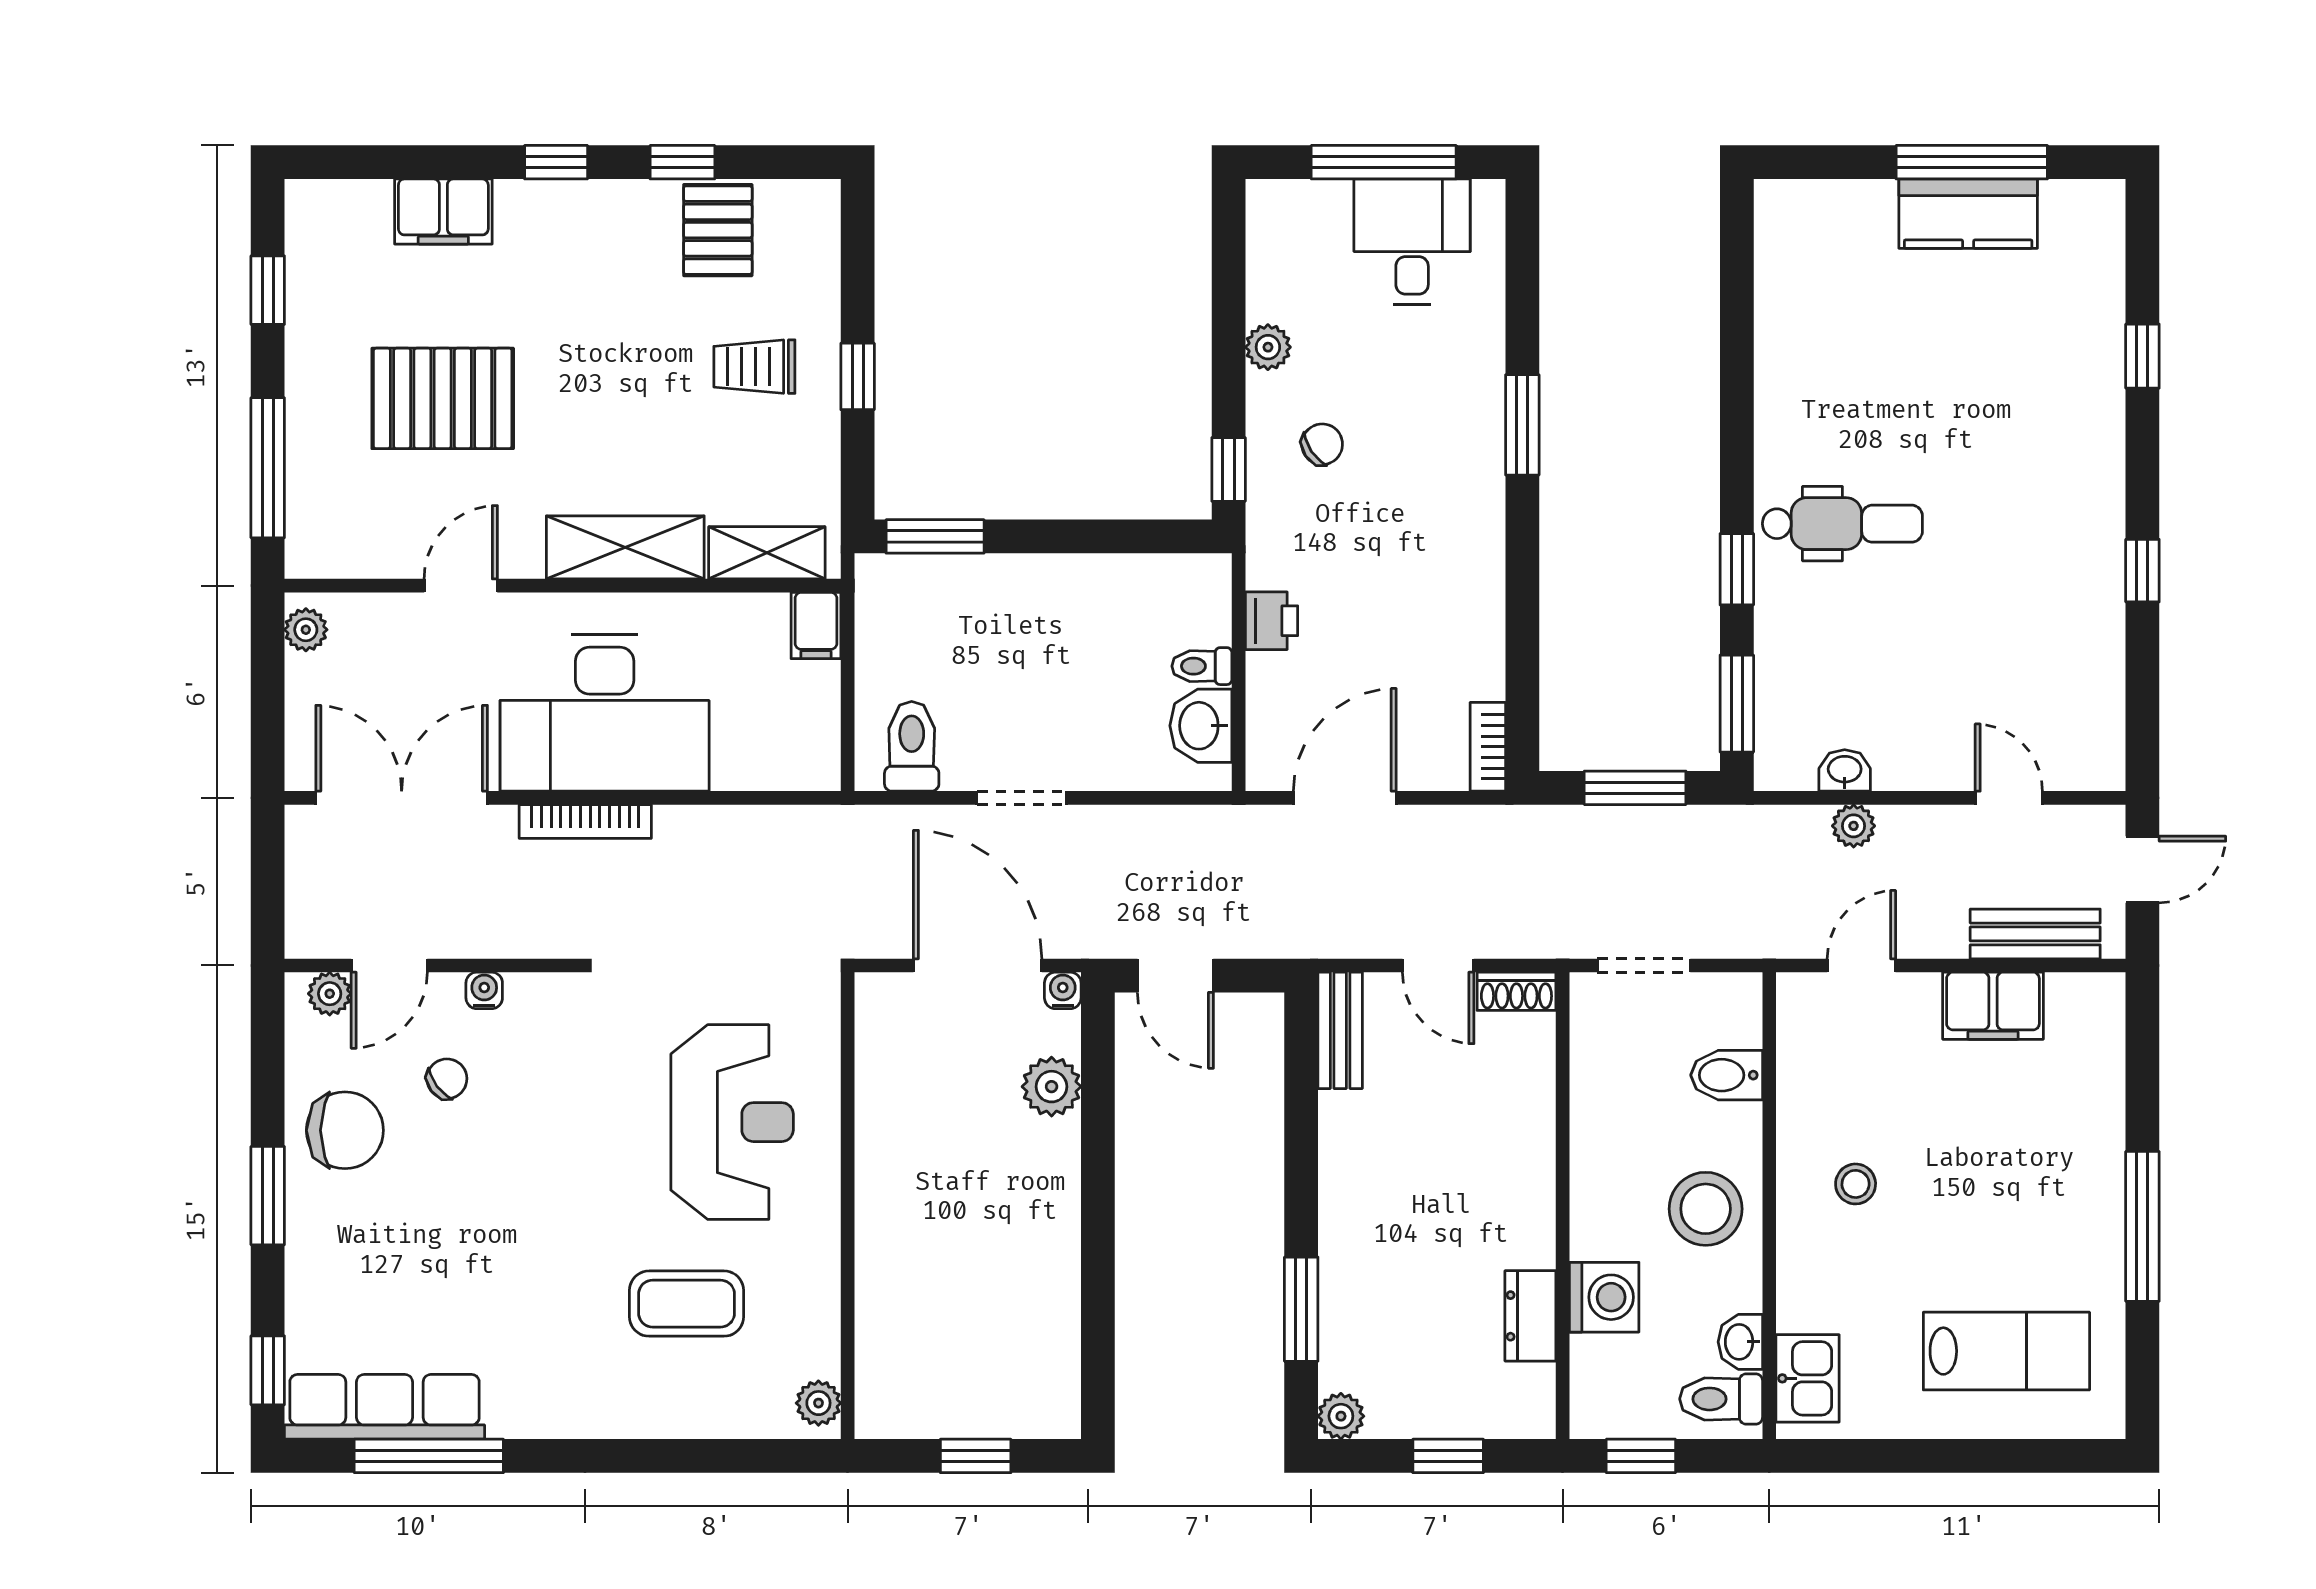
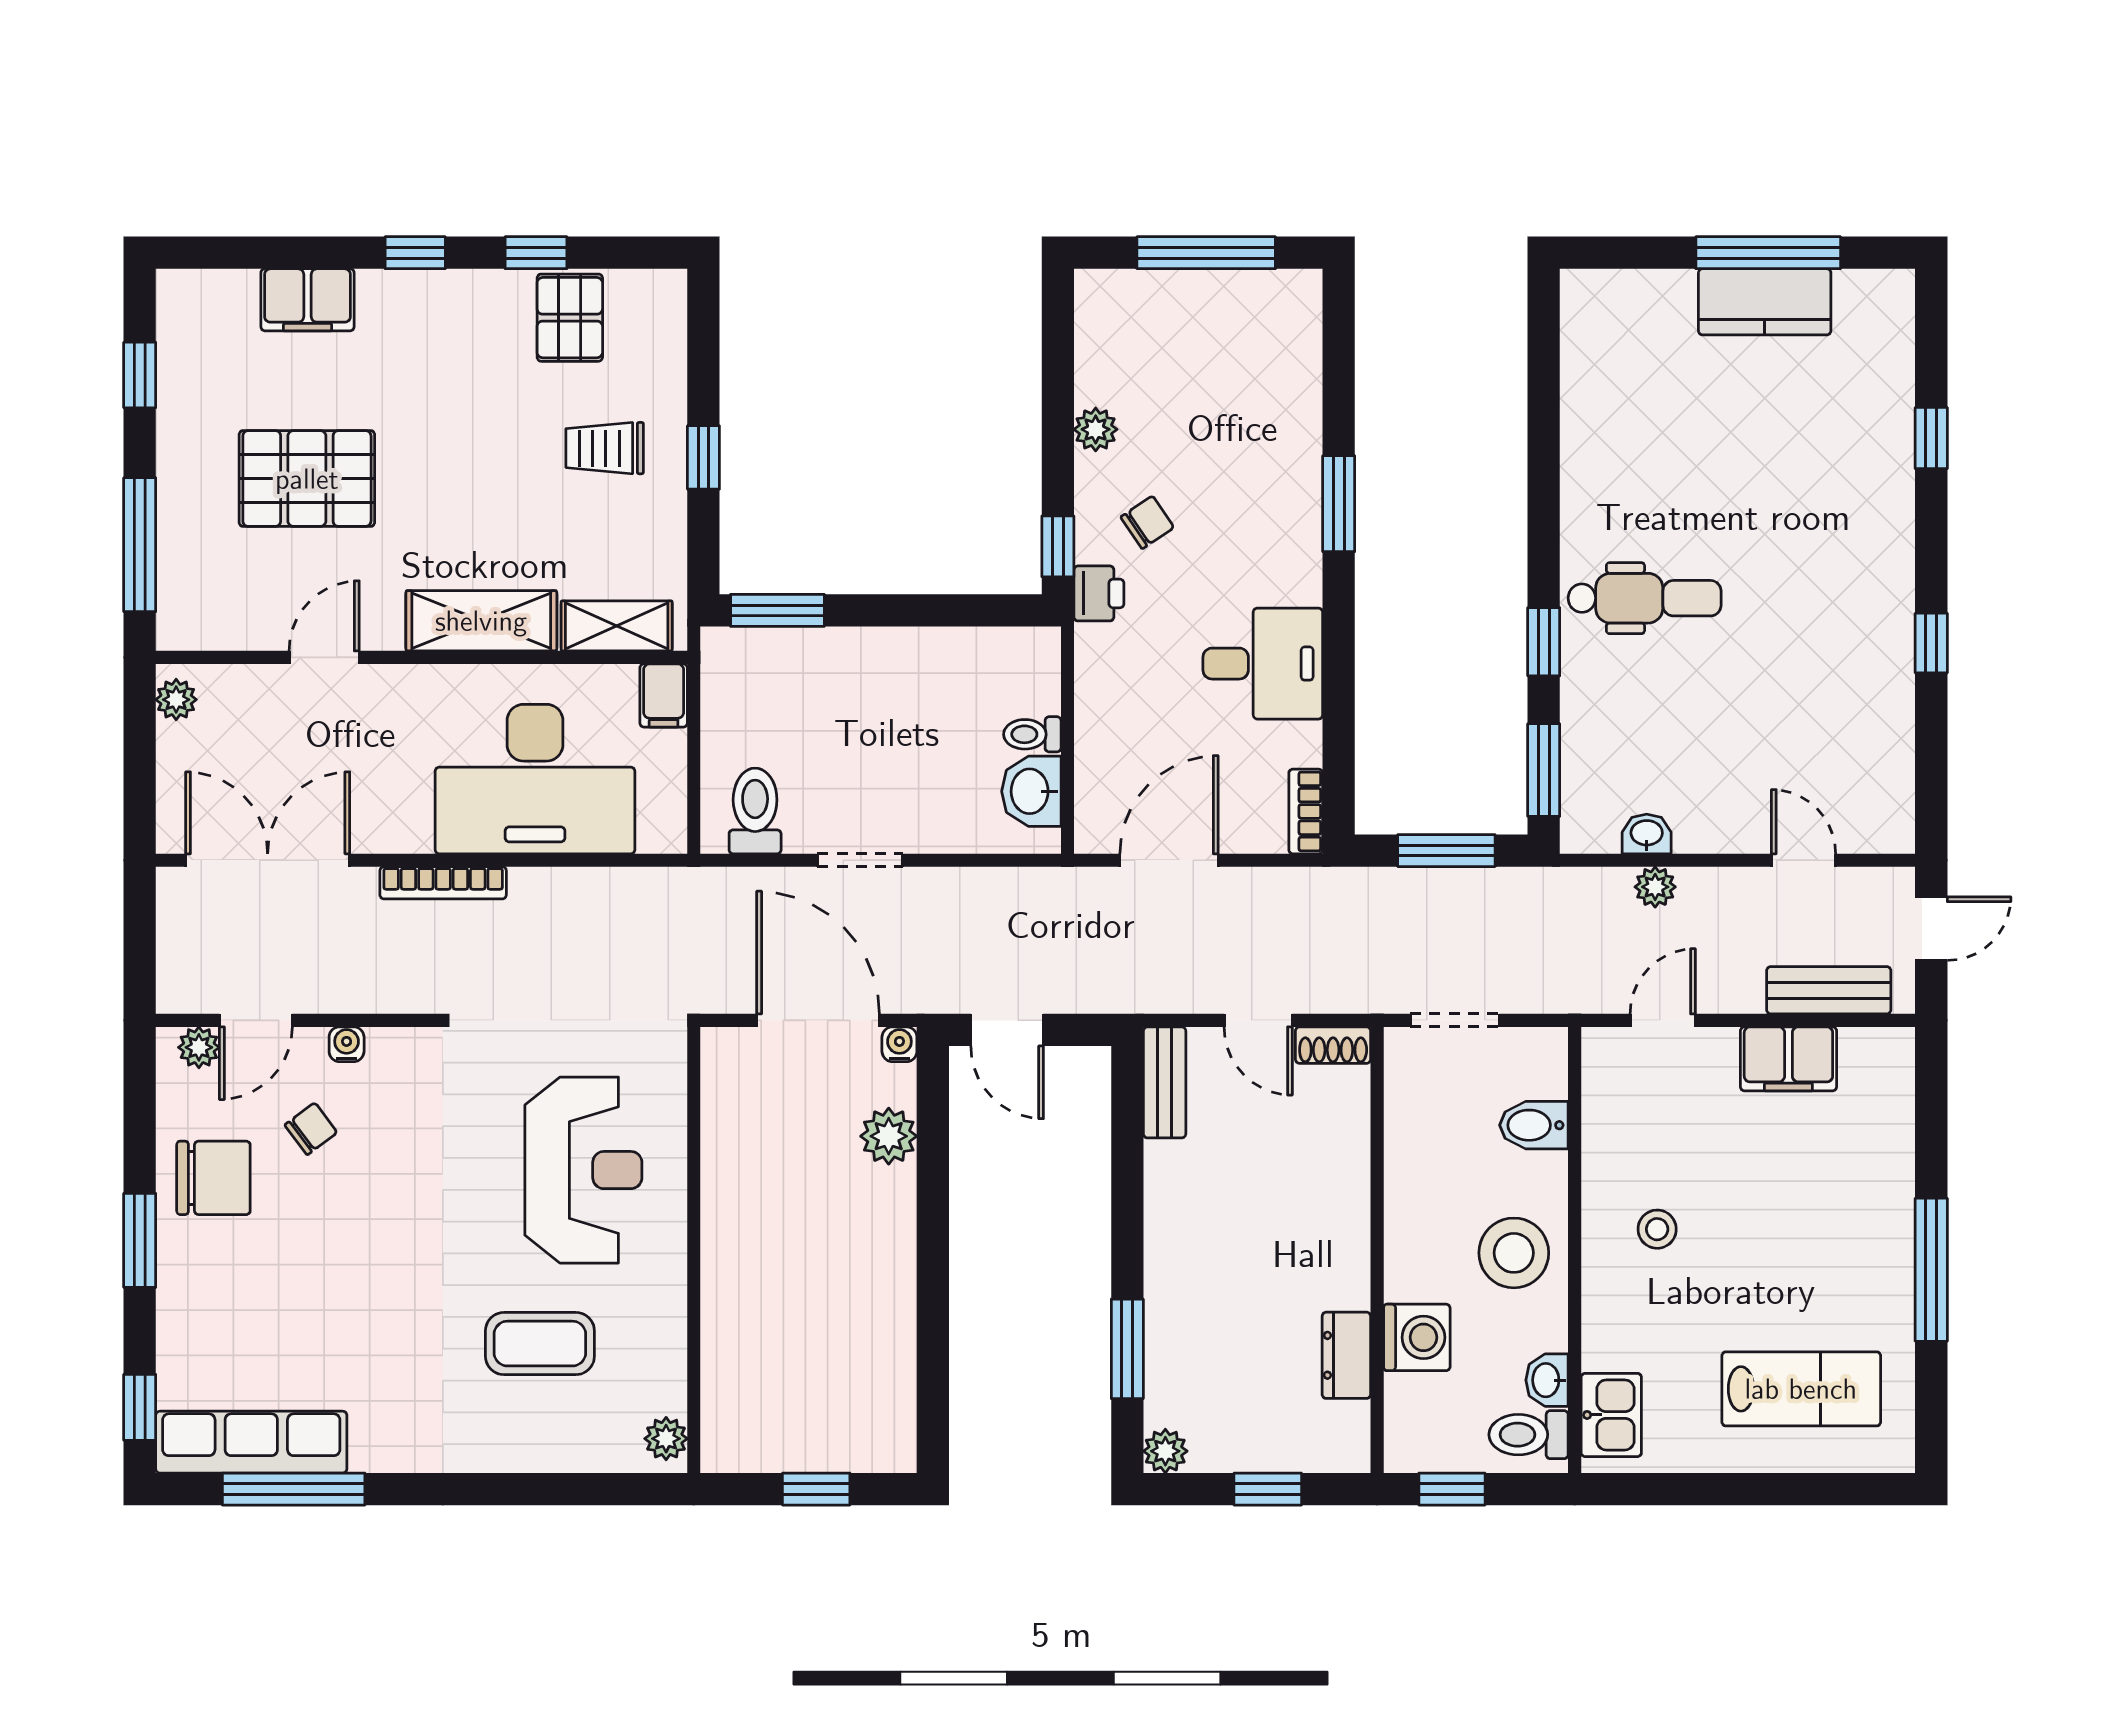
desk: (1412, 242) -> (1263, 664), moved, turned 90
printer: (1271, 621) -> (1099, 593), moved
desk: (605, 713) -> (535, 779), moved

